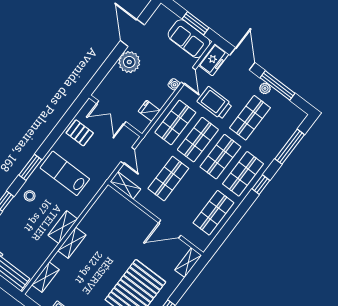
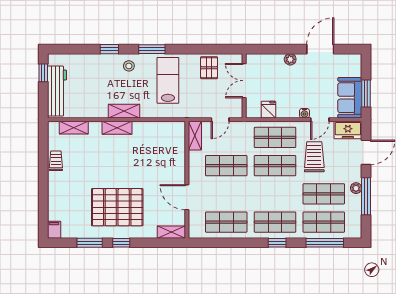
plant: (129, 62) -> (290, 59), width x0.53, depth x0.53
shop shelf: (220, 157) -> (324, 222), moved

